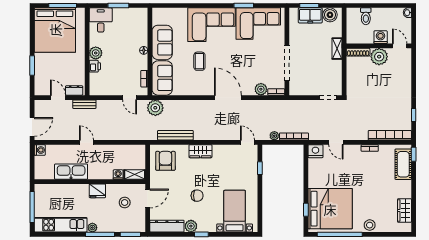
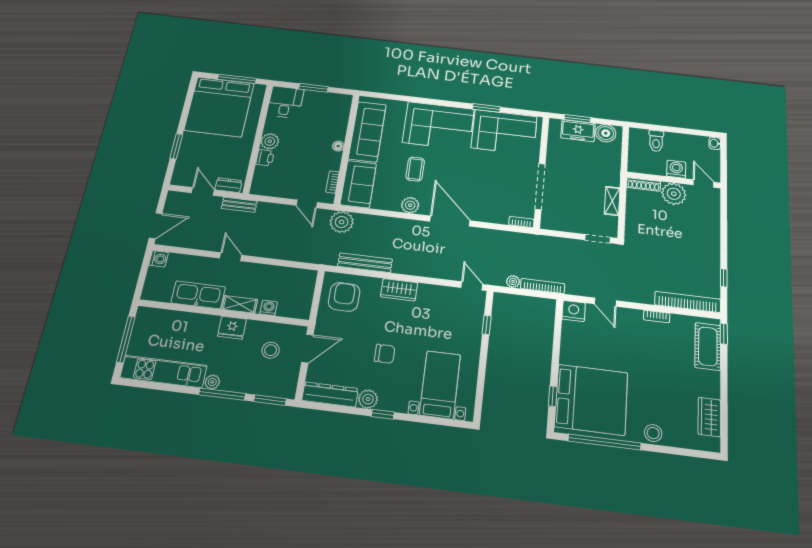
sofa: (162, 42) -> (367, 132), width x1.36
shelving: (337, 49) -> (612, 201), moved
plant: (261, 89) -> (410, 205), moved
shelving: (135, 175) -> (240, 304), moved

